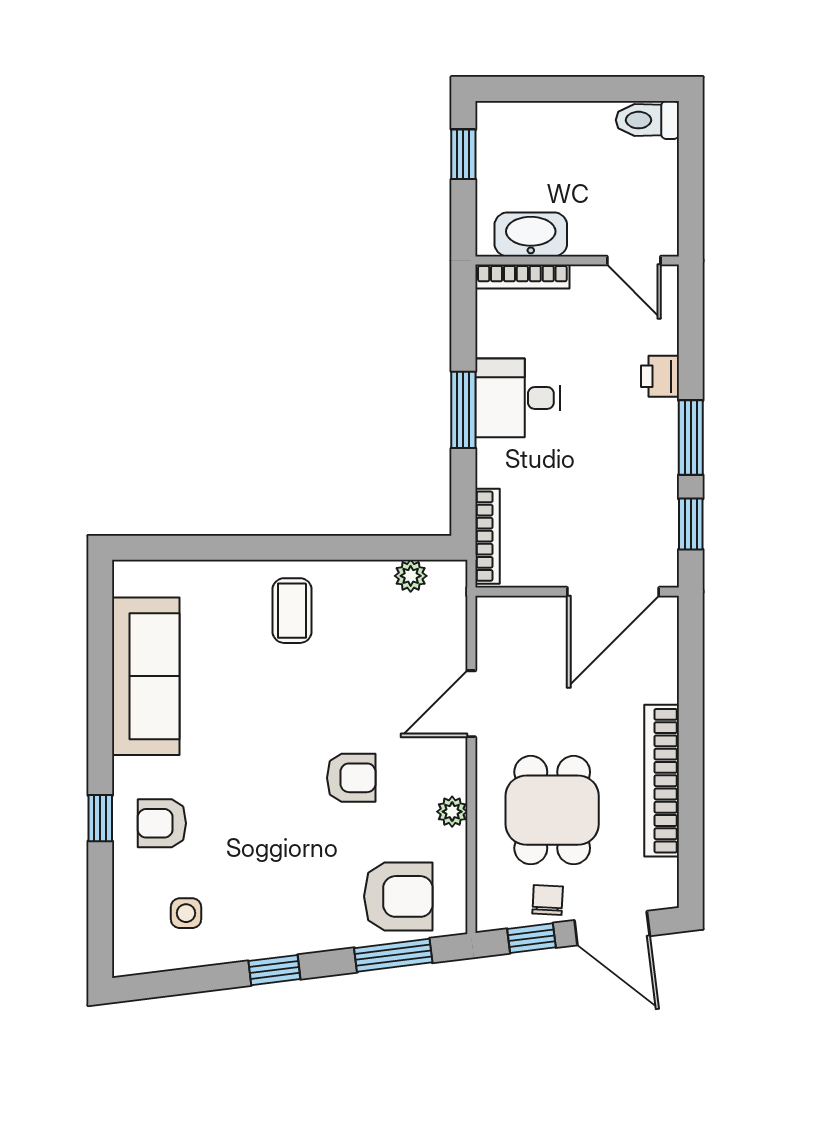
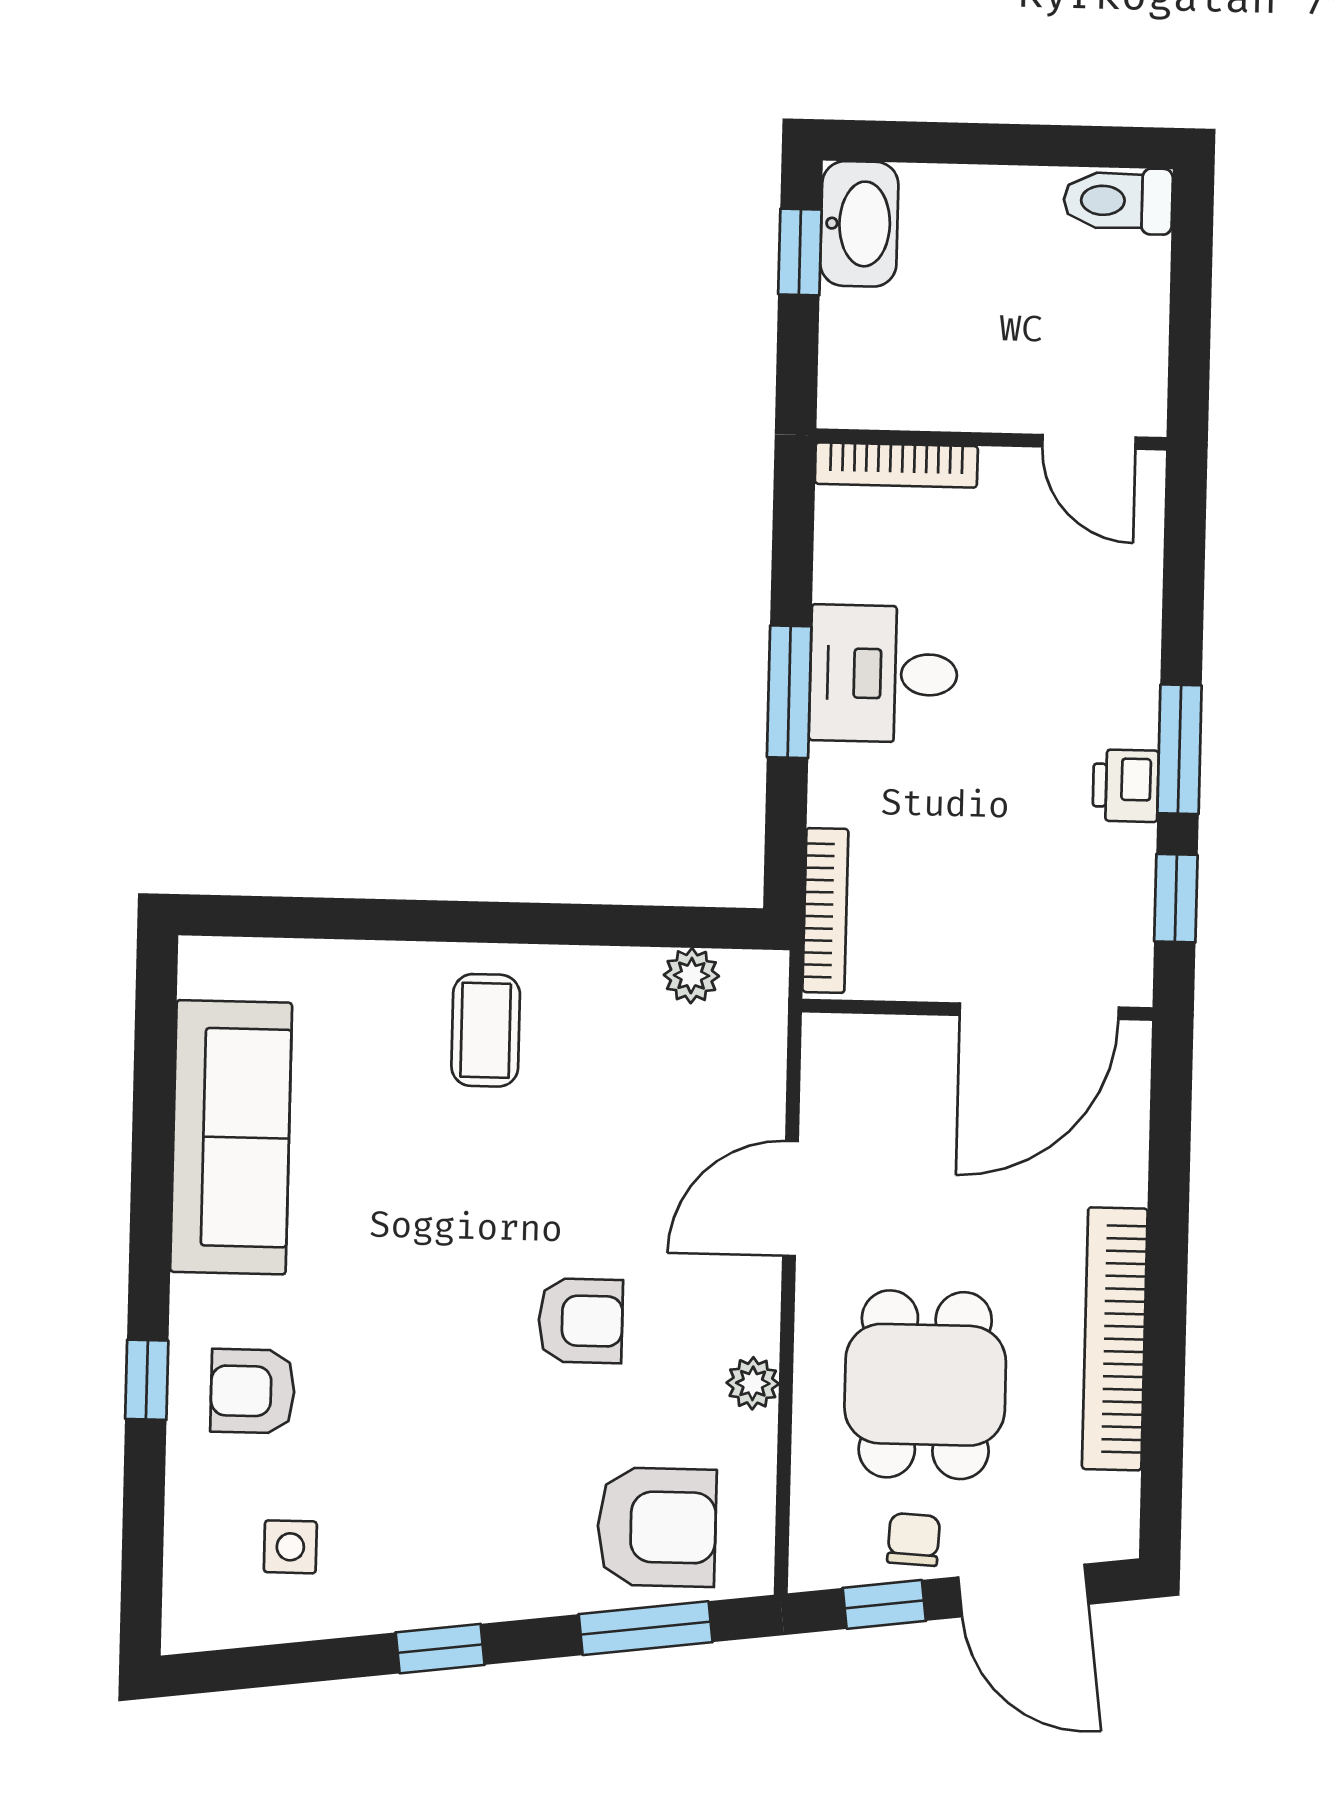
washbasin: (531, 234) -> (859, 224), moved, turned 90
printer: (660, 376) -> (1126, 786), moved

